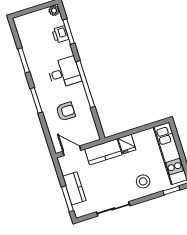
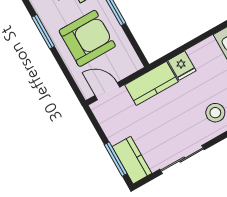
armchair: (66, 111) -> (87, 38), width x1.88, depth x1.88
kitchen counter: (74, 188) -> (132, 160), moved

